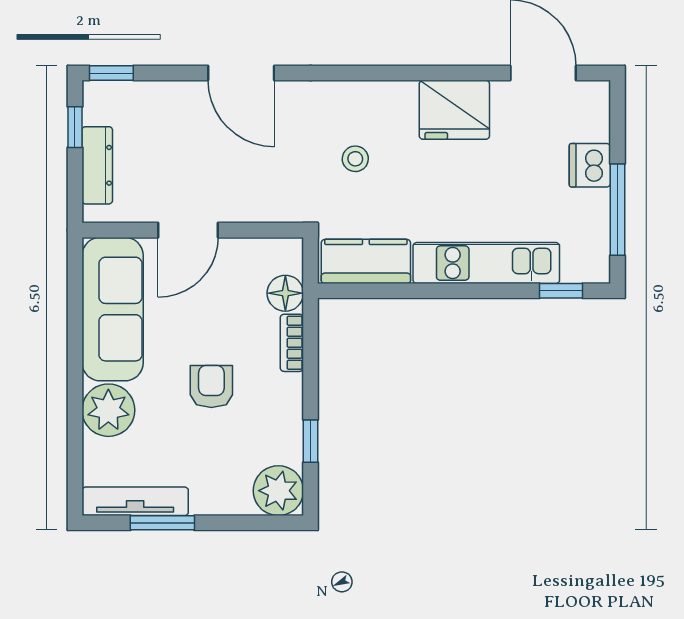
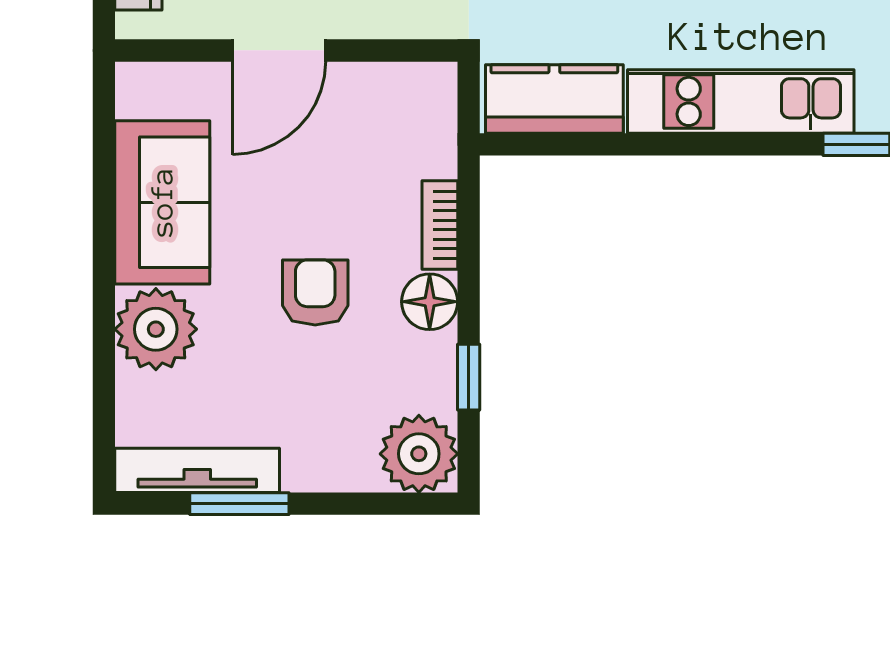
floor lamp: (285, 293) -> (430, 302), moved
sofa: (113, 309) -> (162, 202), width x0.73

